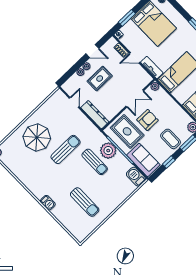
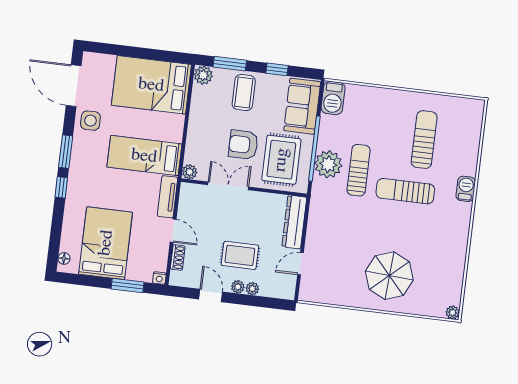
sun lounger: (66, 149) -> (405, 191), moved

